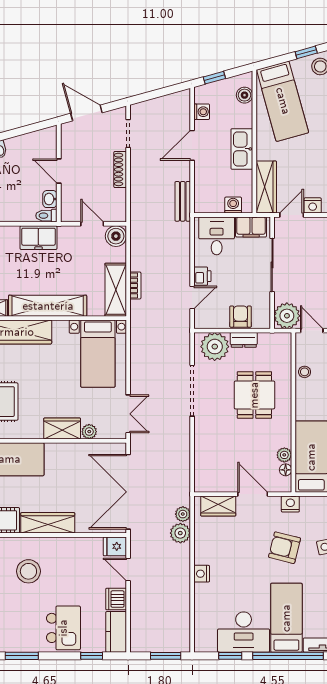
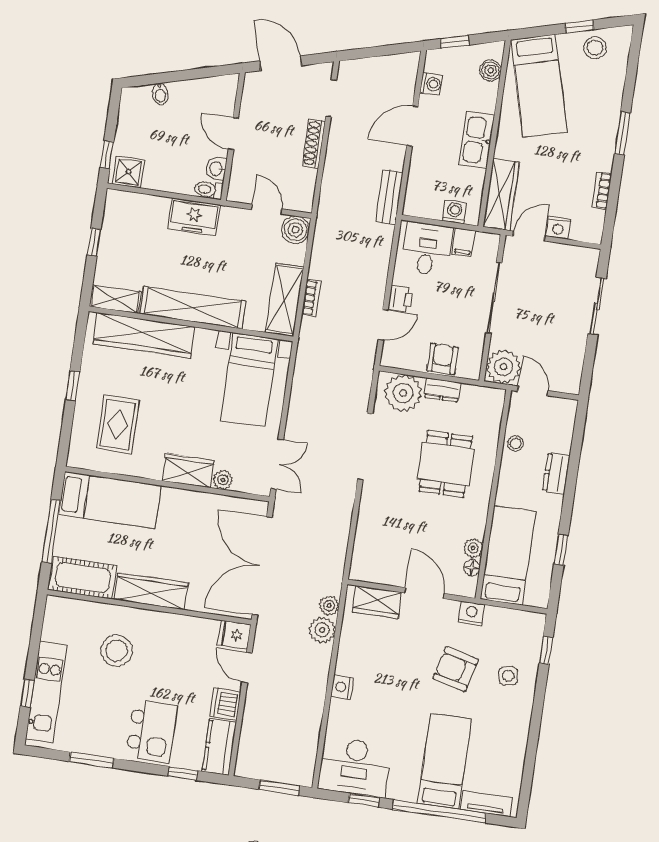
filing cabinet: (251, 227) -> (464, 242), width x0.50
desk: (244, 632) -> (355, 767), moved

